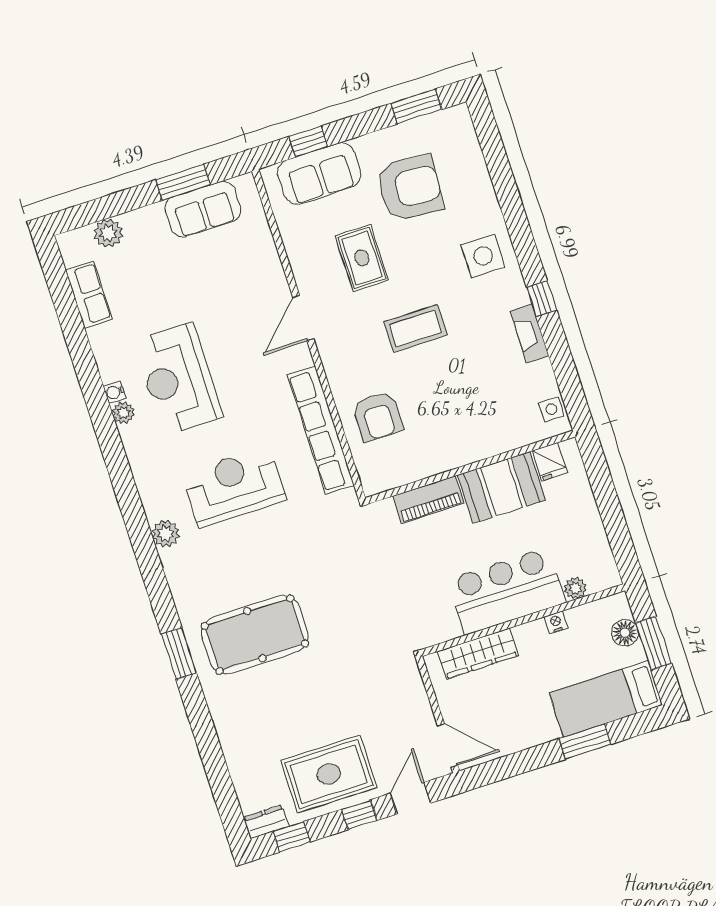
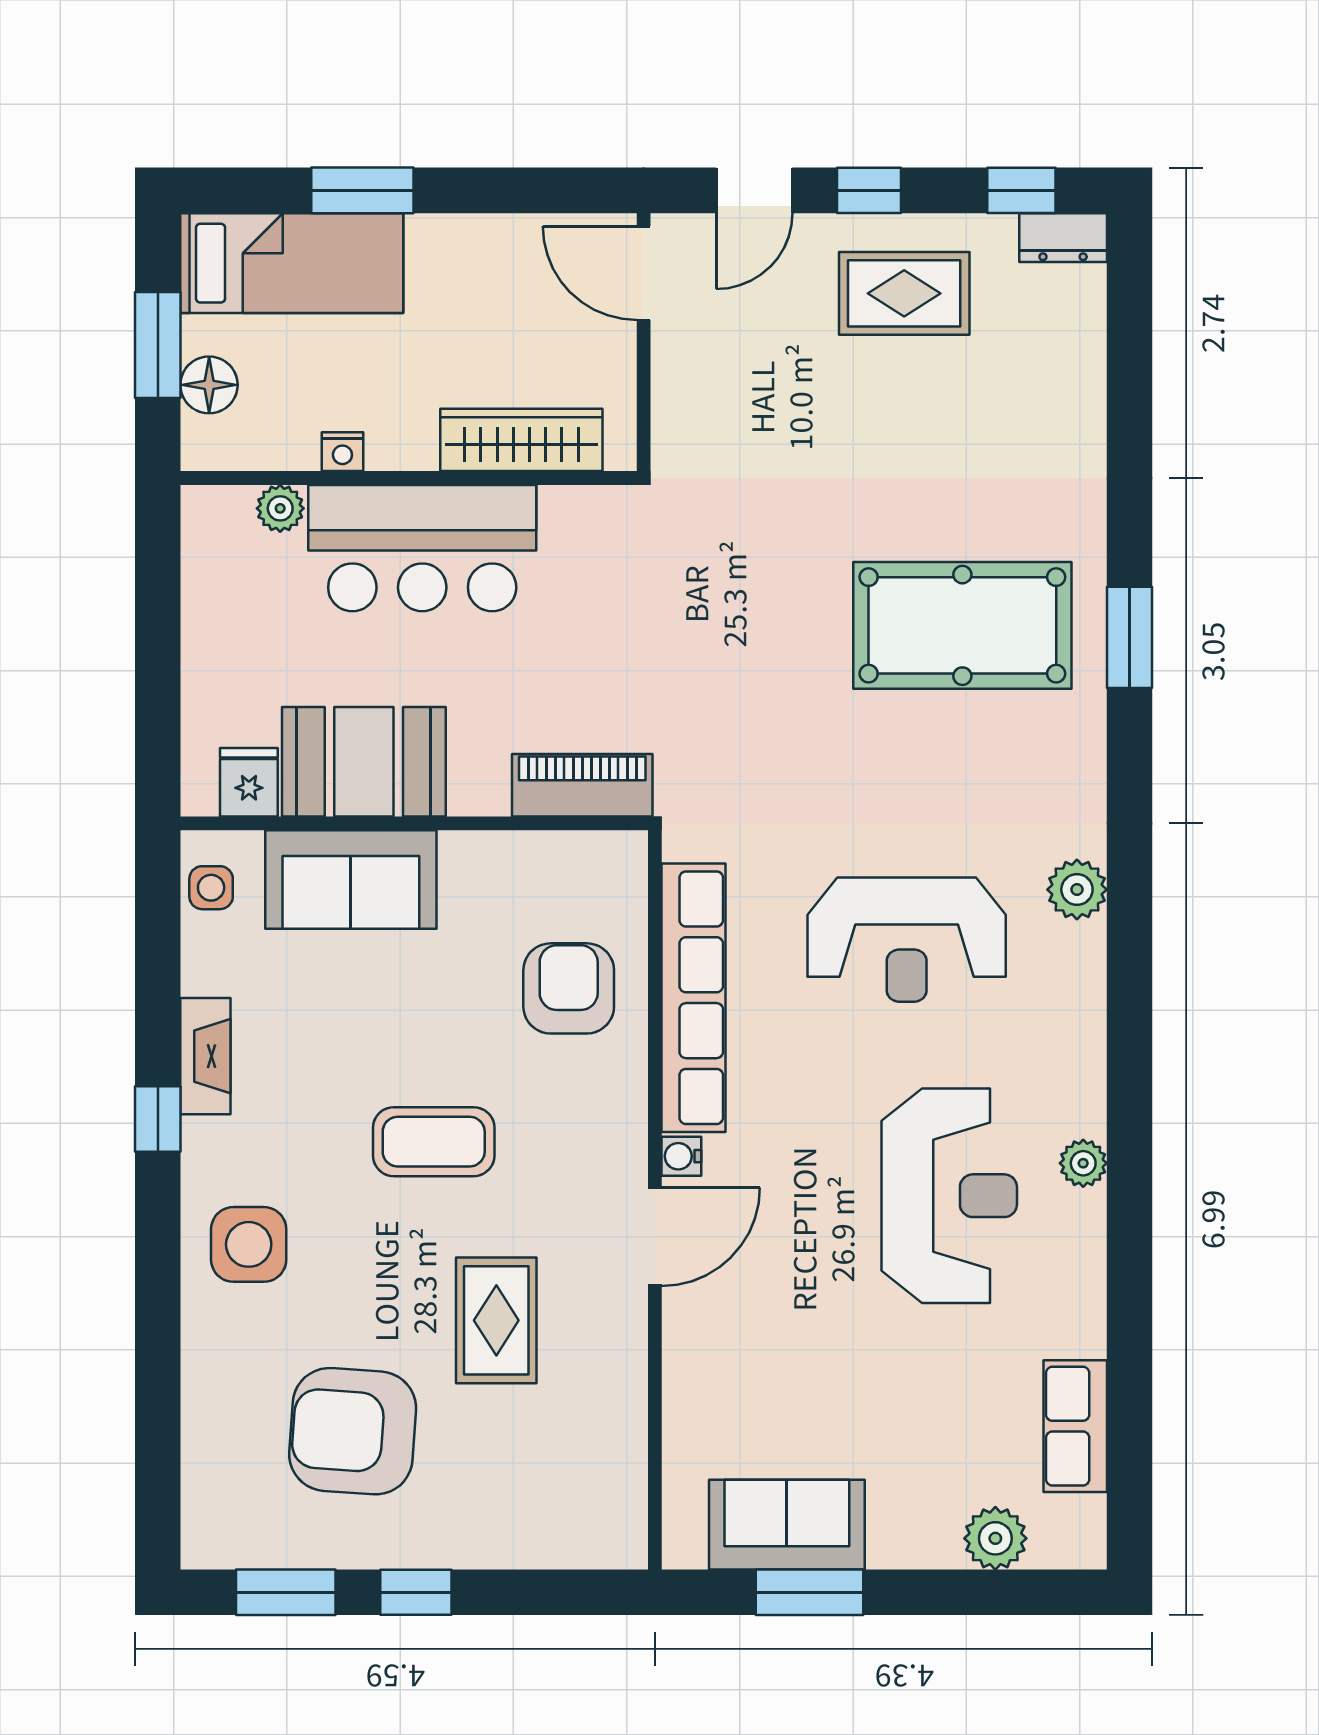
window: (308, 142) -> (416, 1592), moved
sofa: (319, 173) -> (351, 880), moved, turned 180
water cooler: (115, 392) -> (681, 1156), moved, turned 180
piano: (429, 500) -> (582, 785), moved
rug: (329, 774) -> (904, 293), width x0.73, depth x0.70

